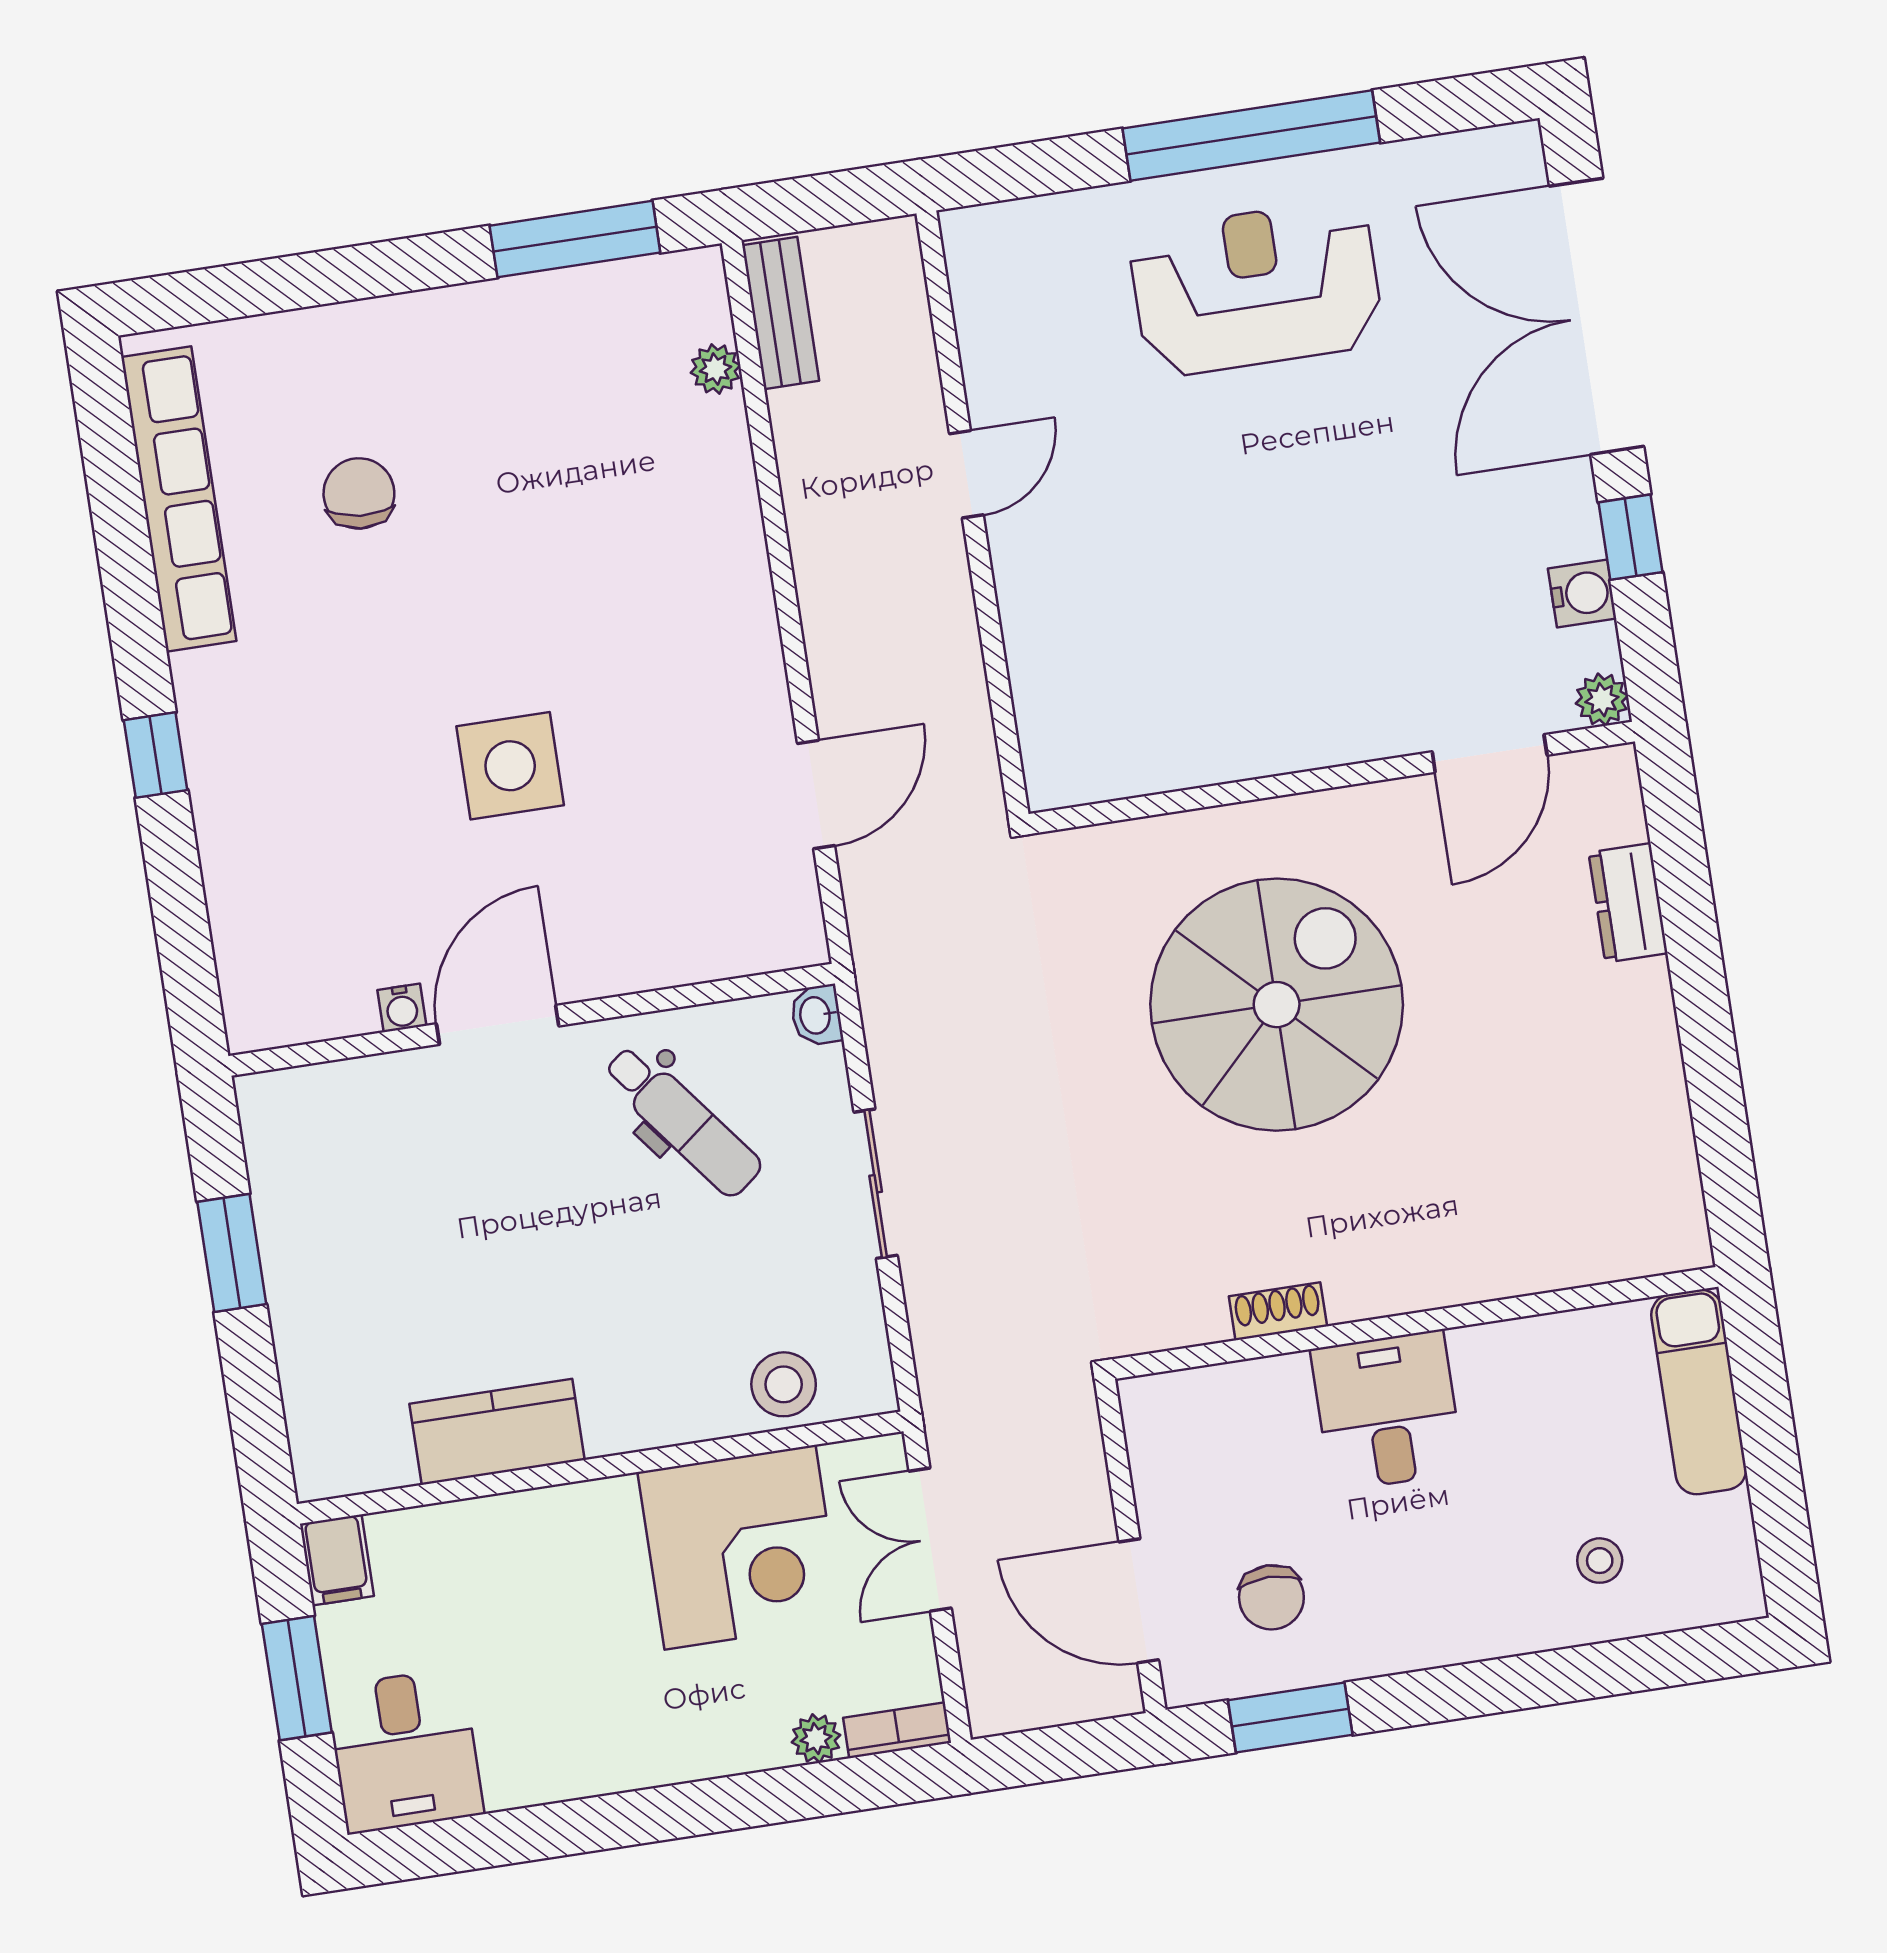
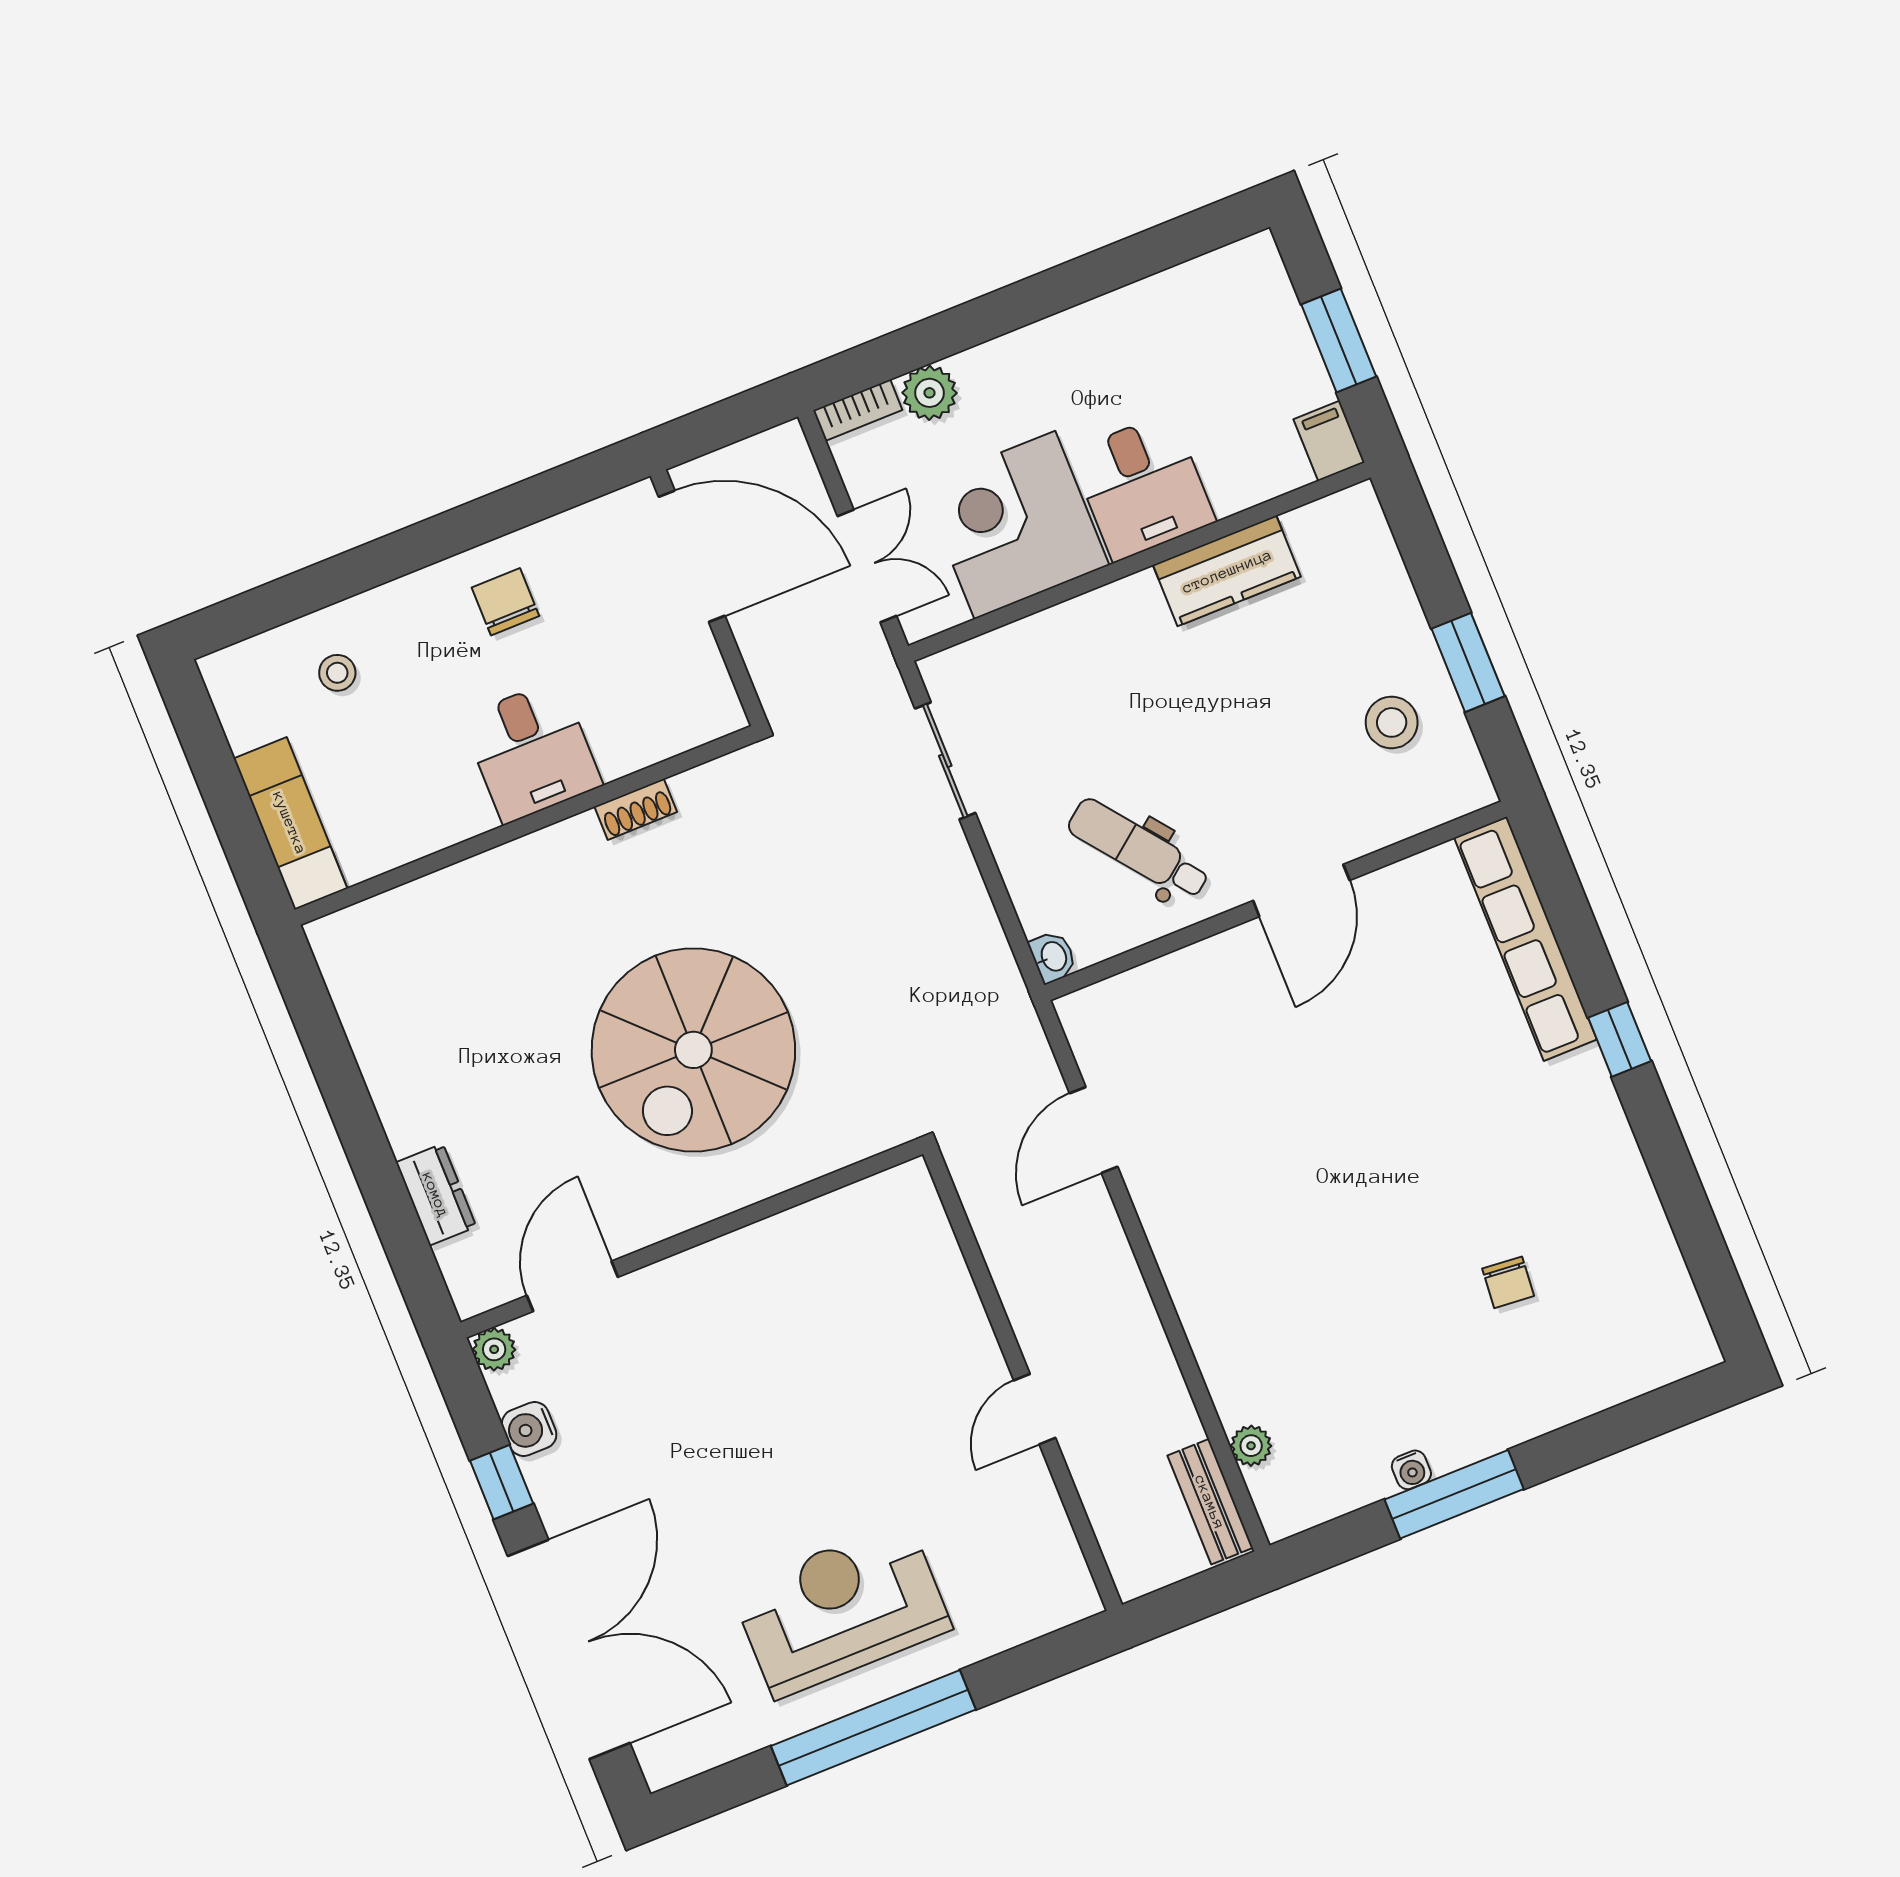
window: (575, 239) -> (1454, 1494), moved
reception desk: (1256, 288) -> (841, 1609), turned 180
chair: (359, 493) -> (1508, 1282), width x0.73, depth x0.73
row of seats: (179, 499) -> (1526, 939), moved
side table: (510, 766) -> (1339, 1096), removed
water cooler: (402, 1008) -> (1411, 1470), moved, turned 180
sliding door: (876, 1184) -> (945, 761), moved
stool: (784, 1384) -> (1392, 722), moved
chair: (1271, 1597) -> (505, 602), moved
door: (1139, 1601) -> (692, 556), width x1.36
window: (1290, 1717) -> (551, 493), removed
plant: (816, 1739) -> (930, 393), width x1.38, depth x1.38
desk: (405, 1751) -> (1143, 487), moved, turned 180

